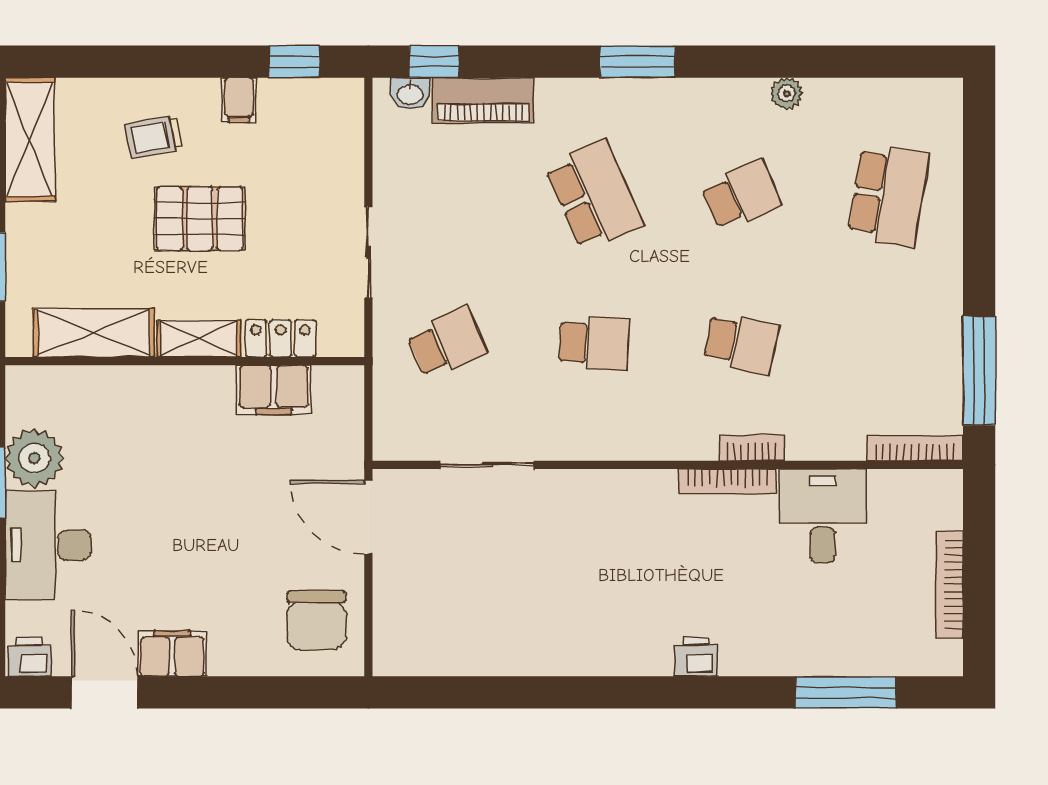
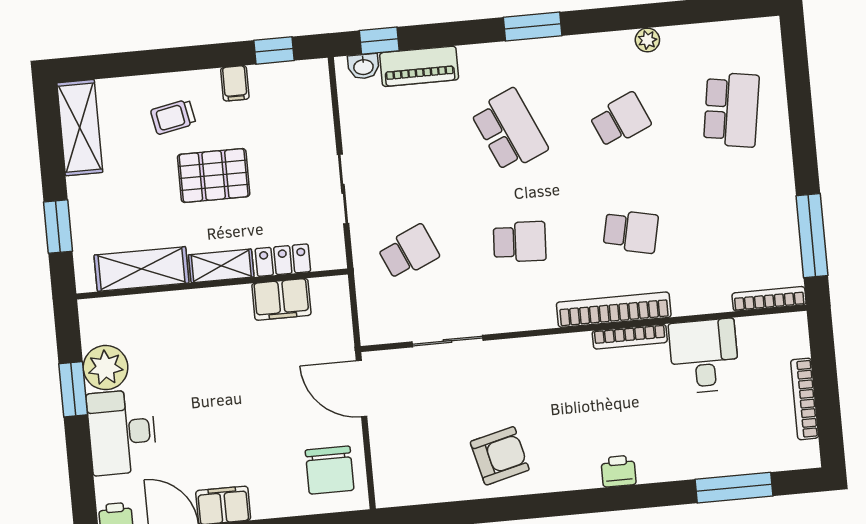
bookcase: (752, 448) -> (614, 310), width x2.31, depth x1.31
armchair: (542, 622) -> (500, 456), added

